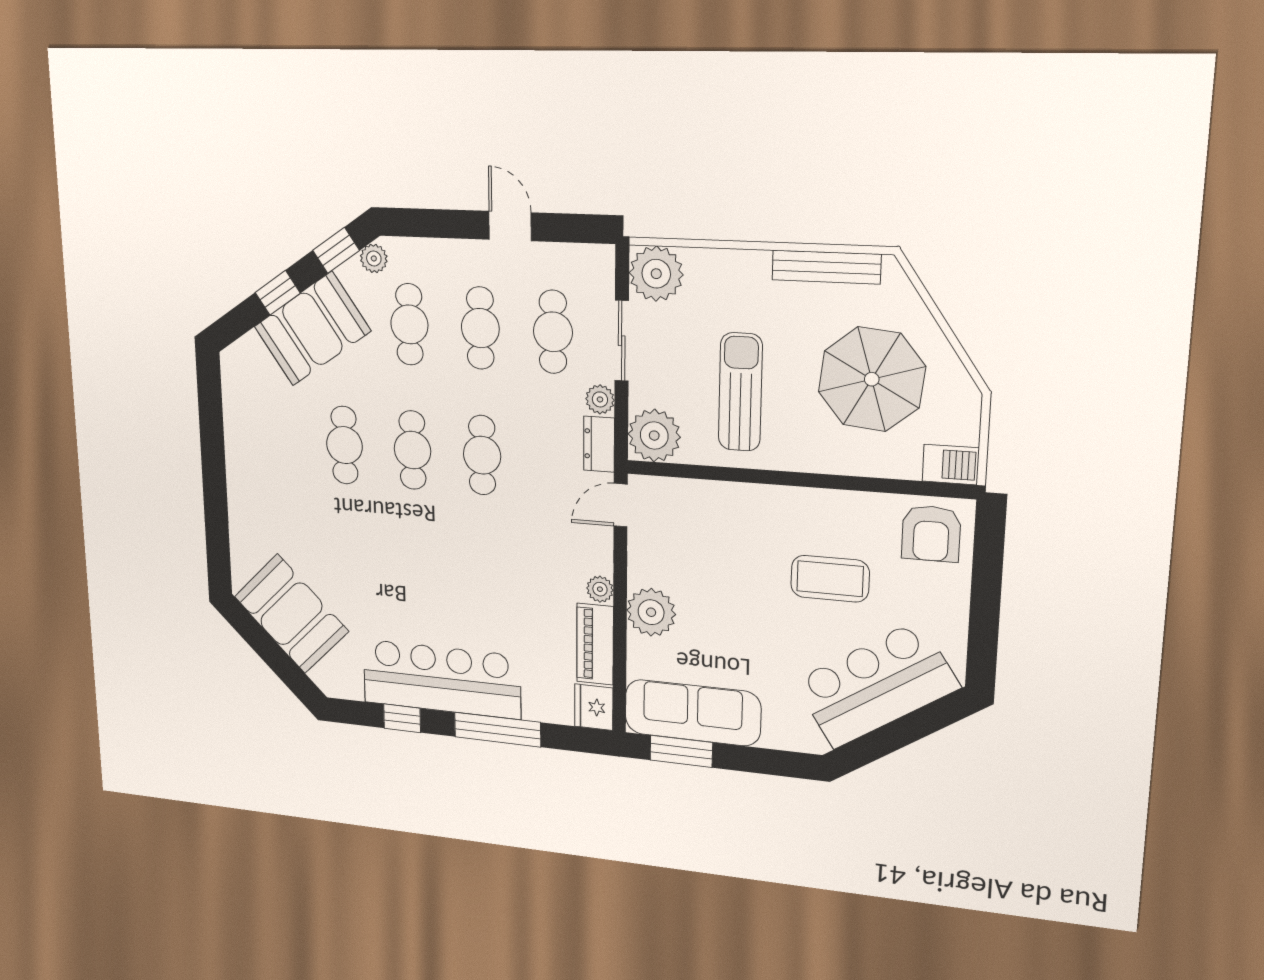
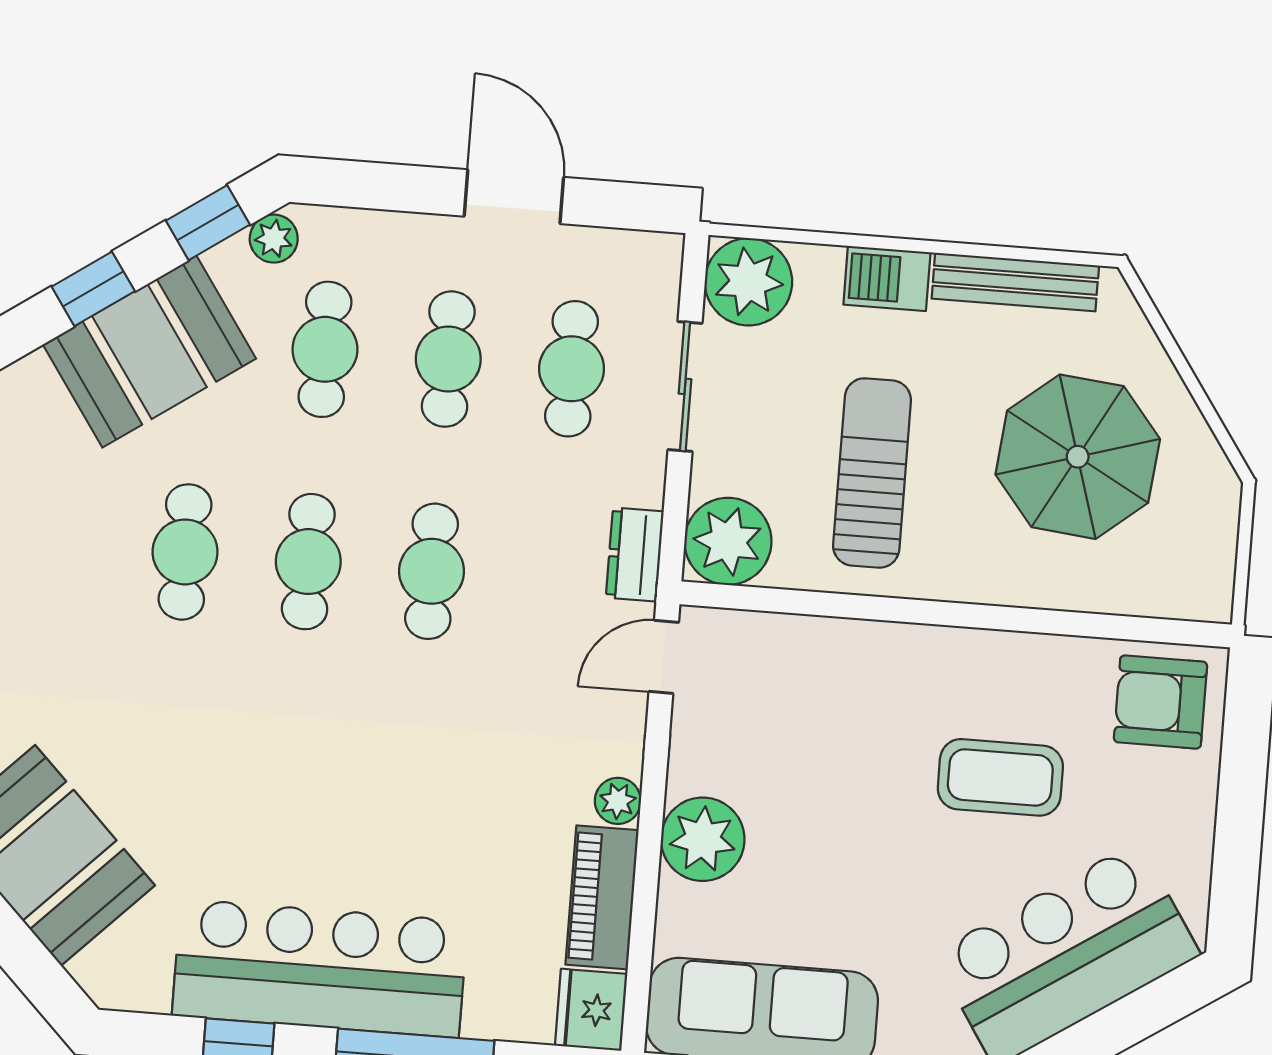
door: (510, 226) -> (514, 197), width x1.37
plant: (600, 399) -> (642, 481), removed
barbecue: (951, 465) -> (887, 278), moved, turned 180
armchair: (931, 534) -> (1160, 702), turned 90

